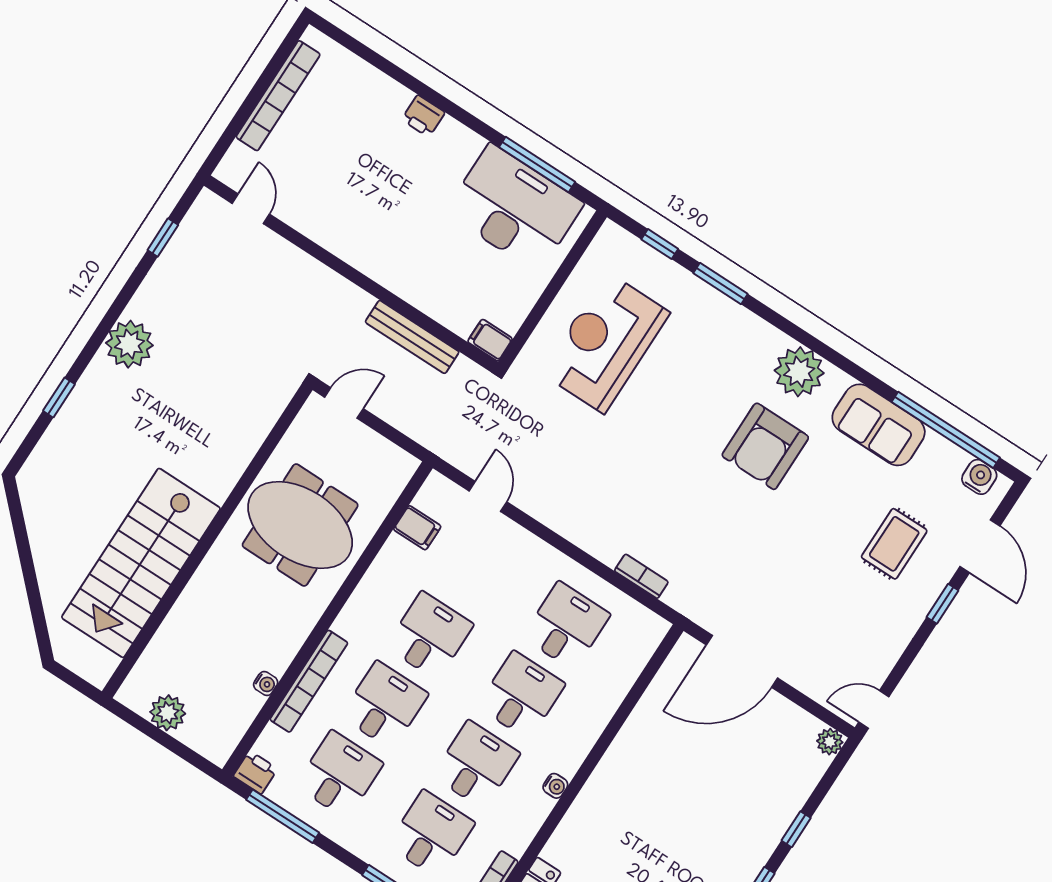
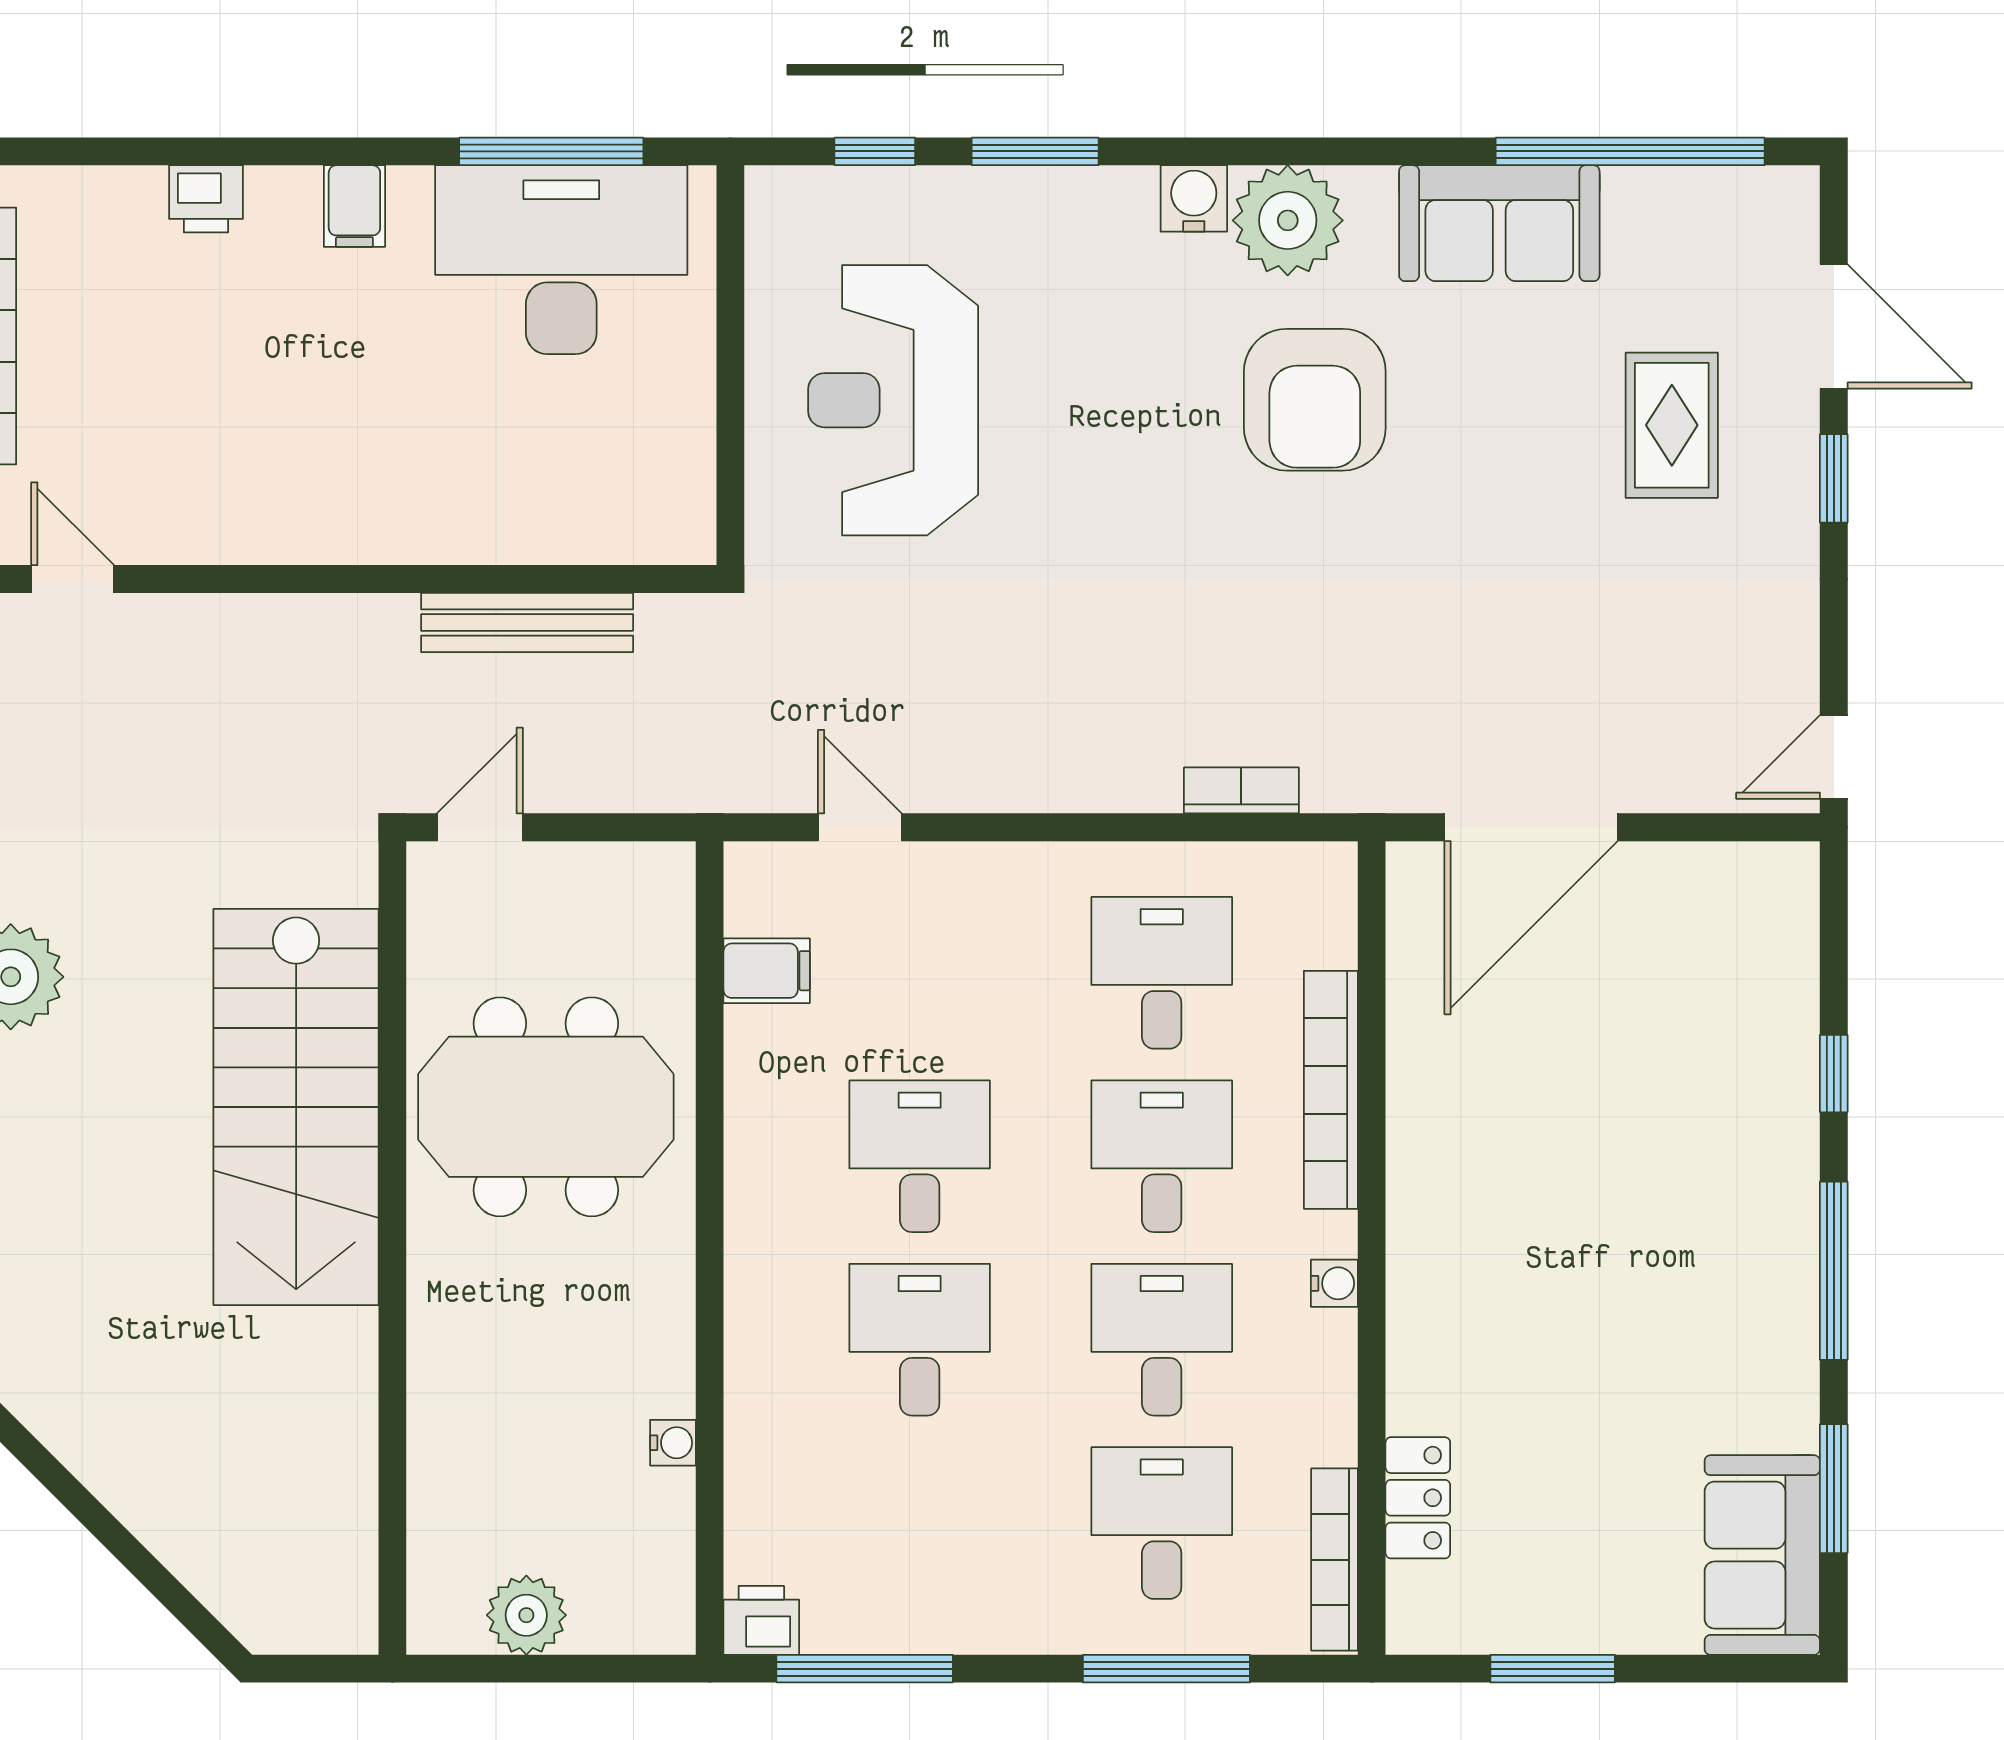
printer: (423, 116) -> (206, 199), moved
filing cabinet: (490, 340) -> (354, 206), moved, turned -90
water cooler: (979, 477) -> (1194, 198), moved
stairs: (141, 563) -> (296, 1107), moved
bookcase: (309, 681) -> (1331, 1090), moved, turned 180
plant: (830, 742) -> (1791, 870), removed
desk: (339, 775) -> (920, 1523), removed

